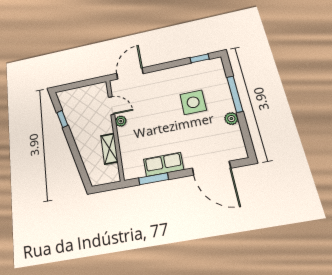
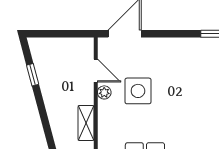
side table: (193, 102) -> (138, 91), moved

